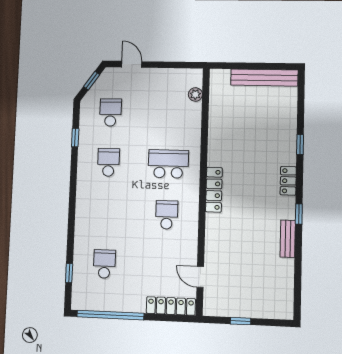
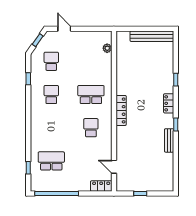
school desk: (104, 264) -> (51, 161), width x1.85
locker: (171, 306) -> (101, 186), width x0.66

